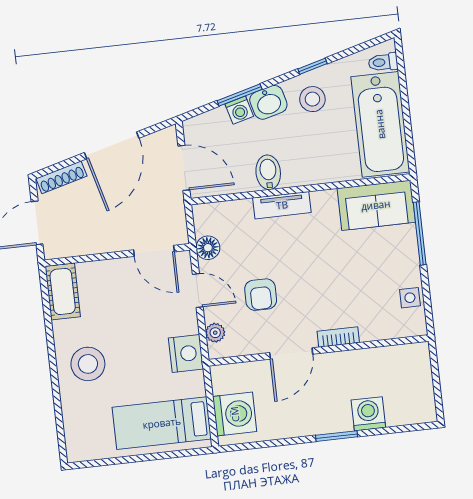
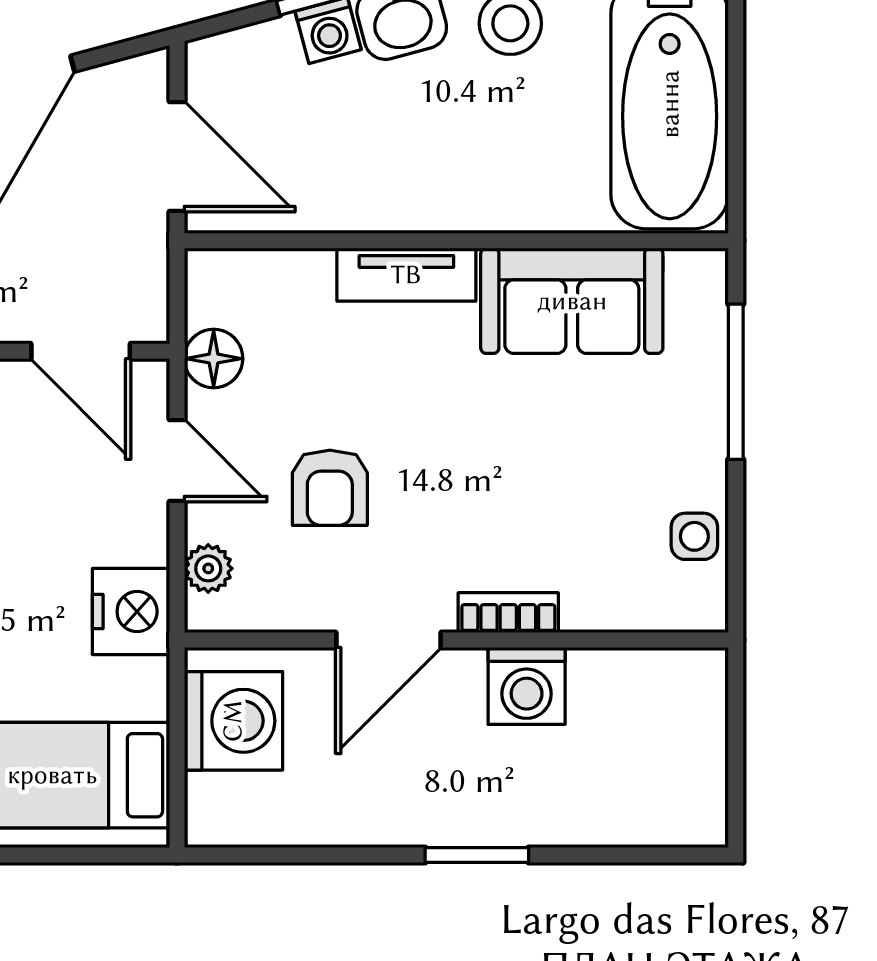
bidet: (268, 172) -> (382, 190), removed
sofa: (376, 205) -> (572, 301), moved
washing machine: (235, 414) -> (233, 721), moved
washing machine: (368, 414) -> (527, 686), moved, turned 180

